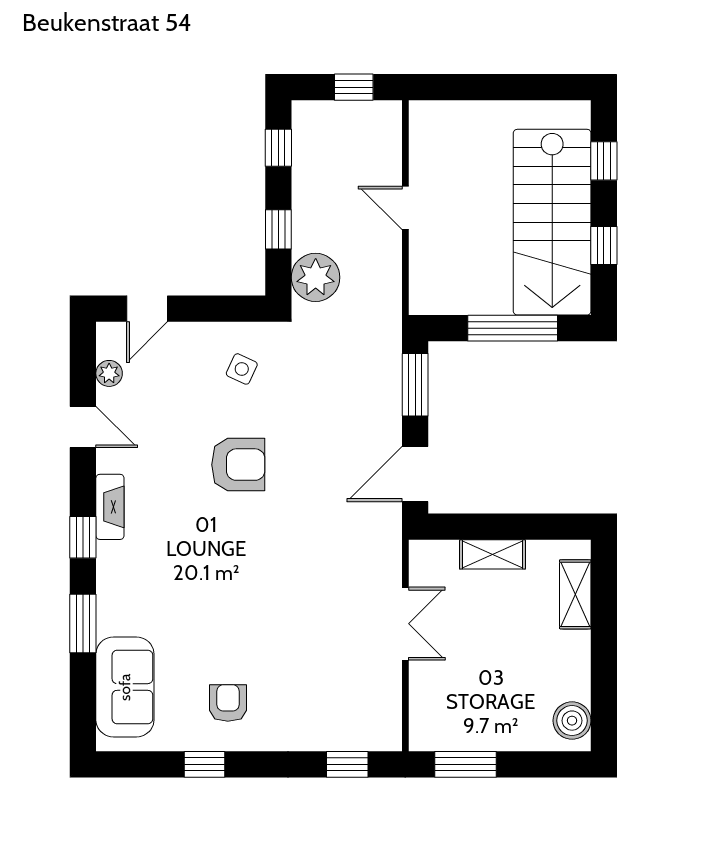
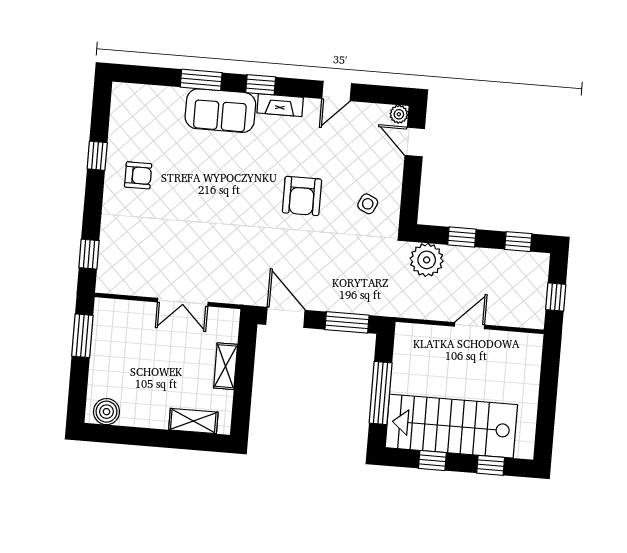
plant: (109, 373) -> (399, 114), moved
sofa: (125, 687) -> (220, 111), moved

